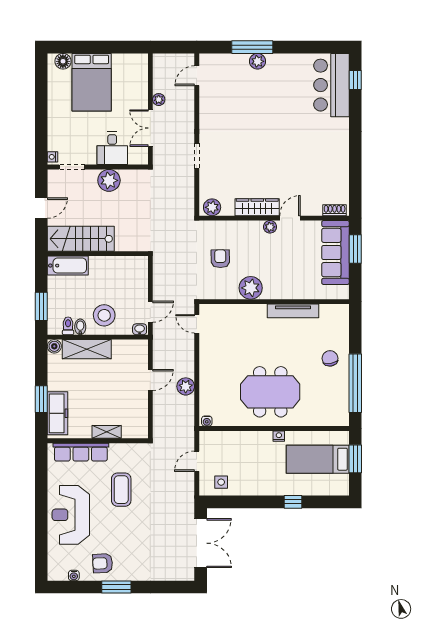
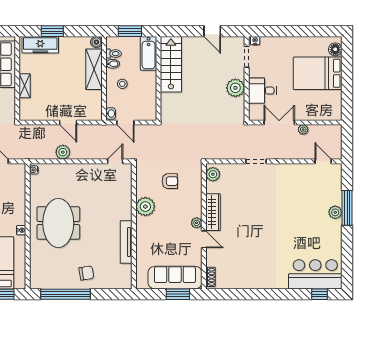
stairs: (81, 239) -> (171, 64), moved
wall: (98, 254) -> (158, 78), moved
bathtub: (68, 266) -> (149, 53), moved
stool: (104, 315) -> (122, 84), width x0.53, depth x0.53

